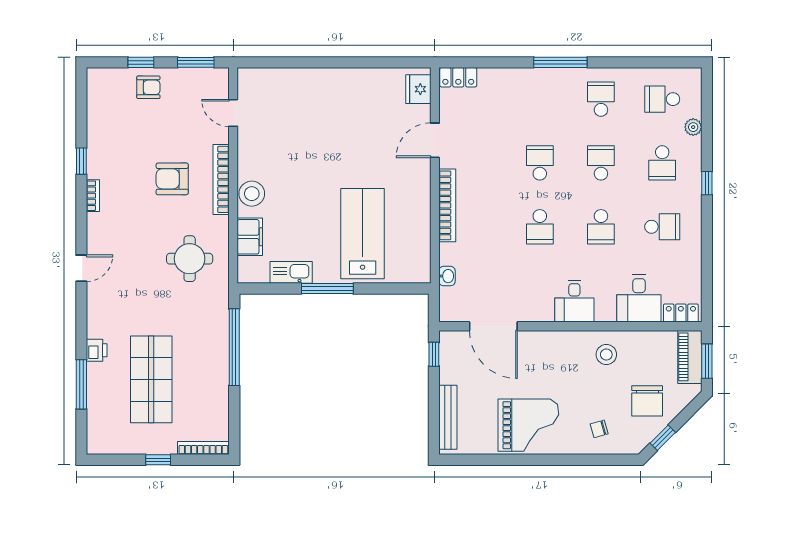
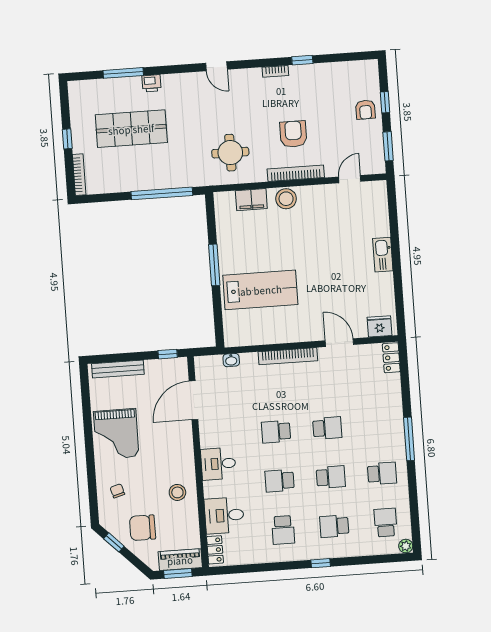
plant: (693, 127) -> (406, 546), moved
kitchen sink: (291, 272) -> (383, 255), moved, turned 180

